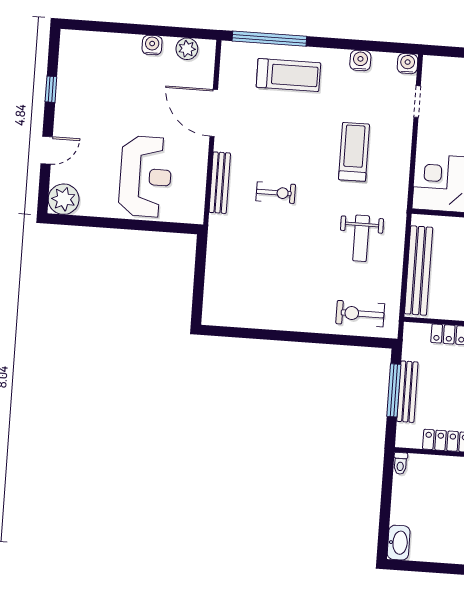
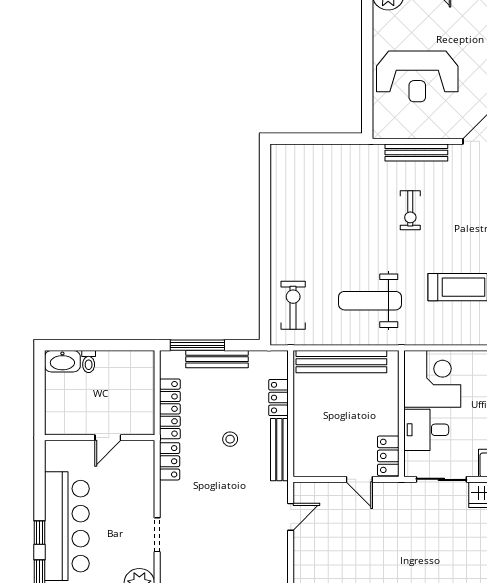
weight bench: (361, 238) -> (370, 301), width x1.36, depth x1.33
window: (394, 390) -> (197, 345), moved
toilet: (400, 463) -> (89, 362), moved, turned -90

